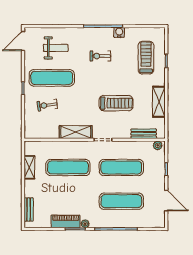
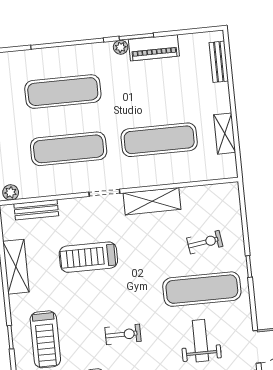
weight bench: (56, 48) -> (200, 341), turned 90

